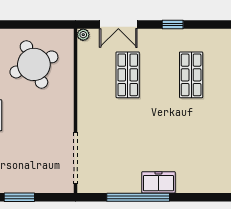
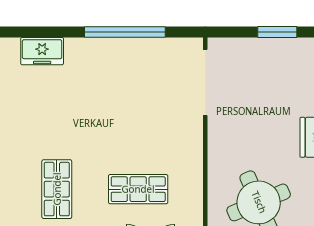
shop shelf: (128, 75) -> (138, 189), turned 90
freezer: (158, 182) -> (42, 51), moved

